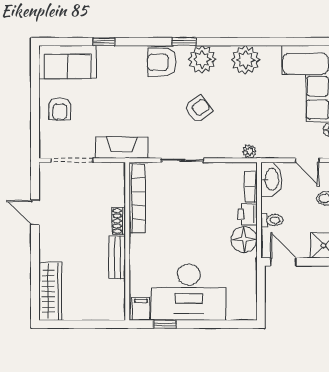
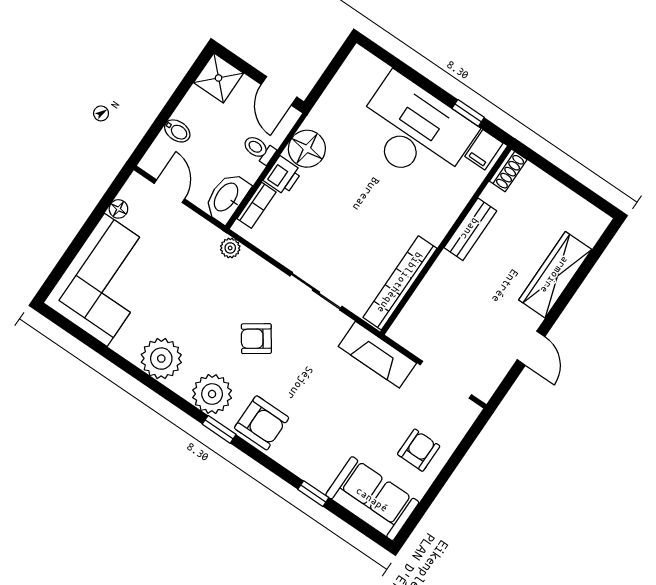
shoe rack: (119, 221) -> (508, 170), moved
wardrobe: (50, 291) -> (555, 275), moved

